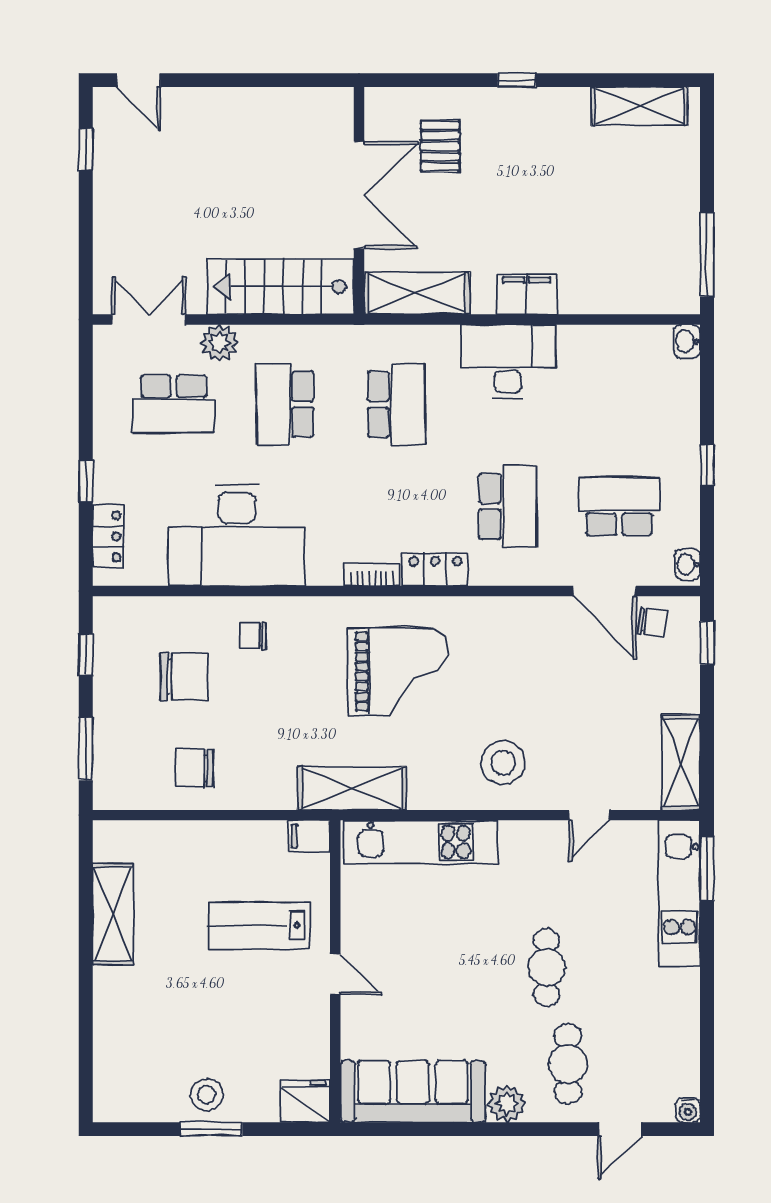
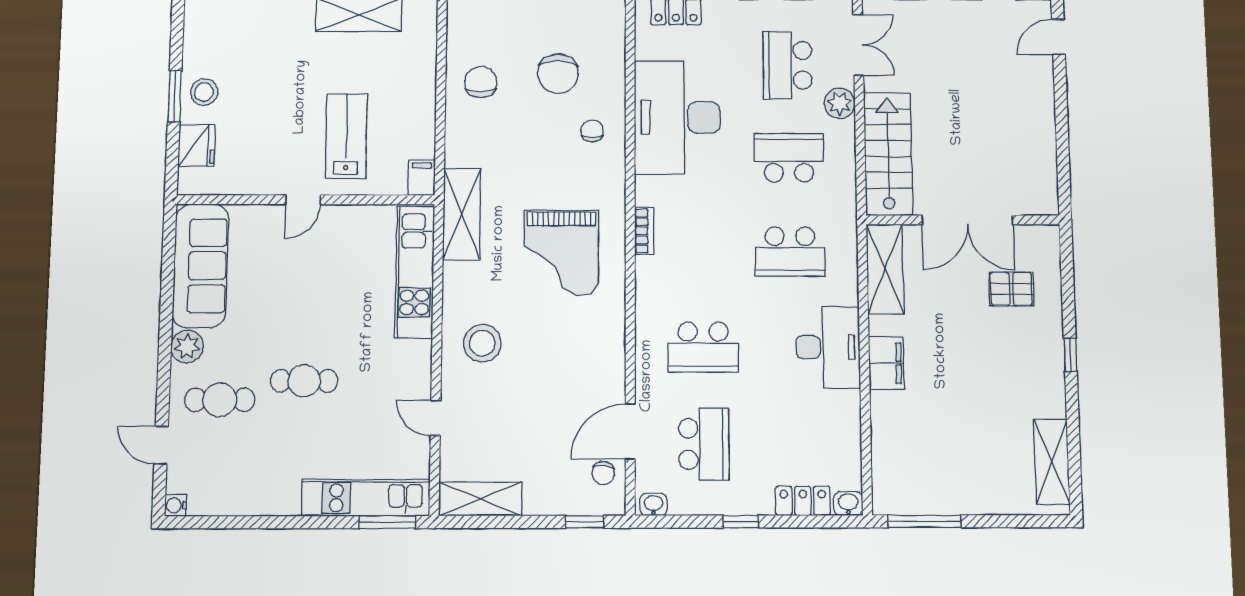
locker: (435, 569) -> (803, 501), moved, turned -90
fridge: (306, 1101) -> (197, 146), moved

